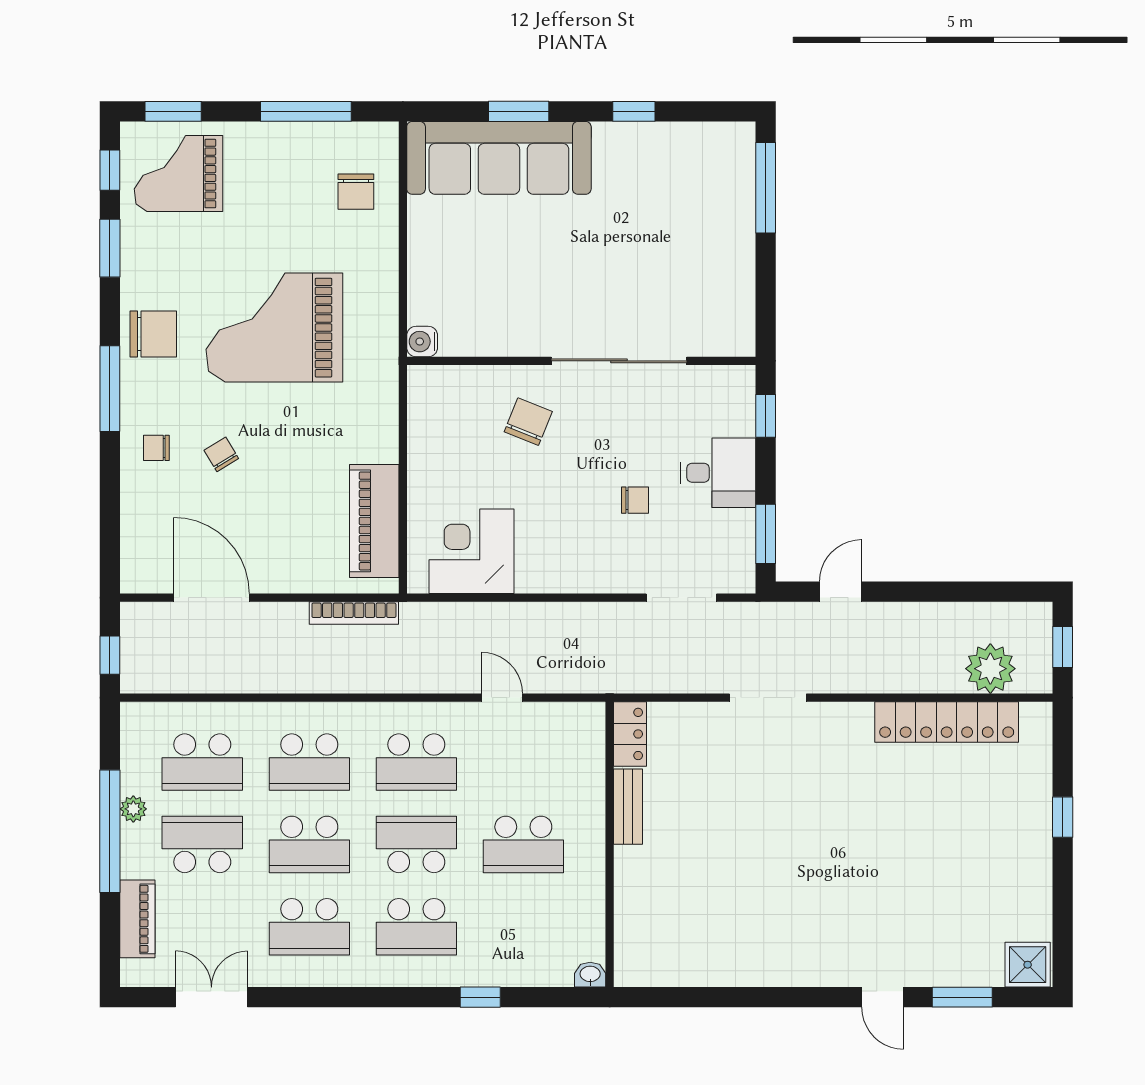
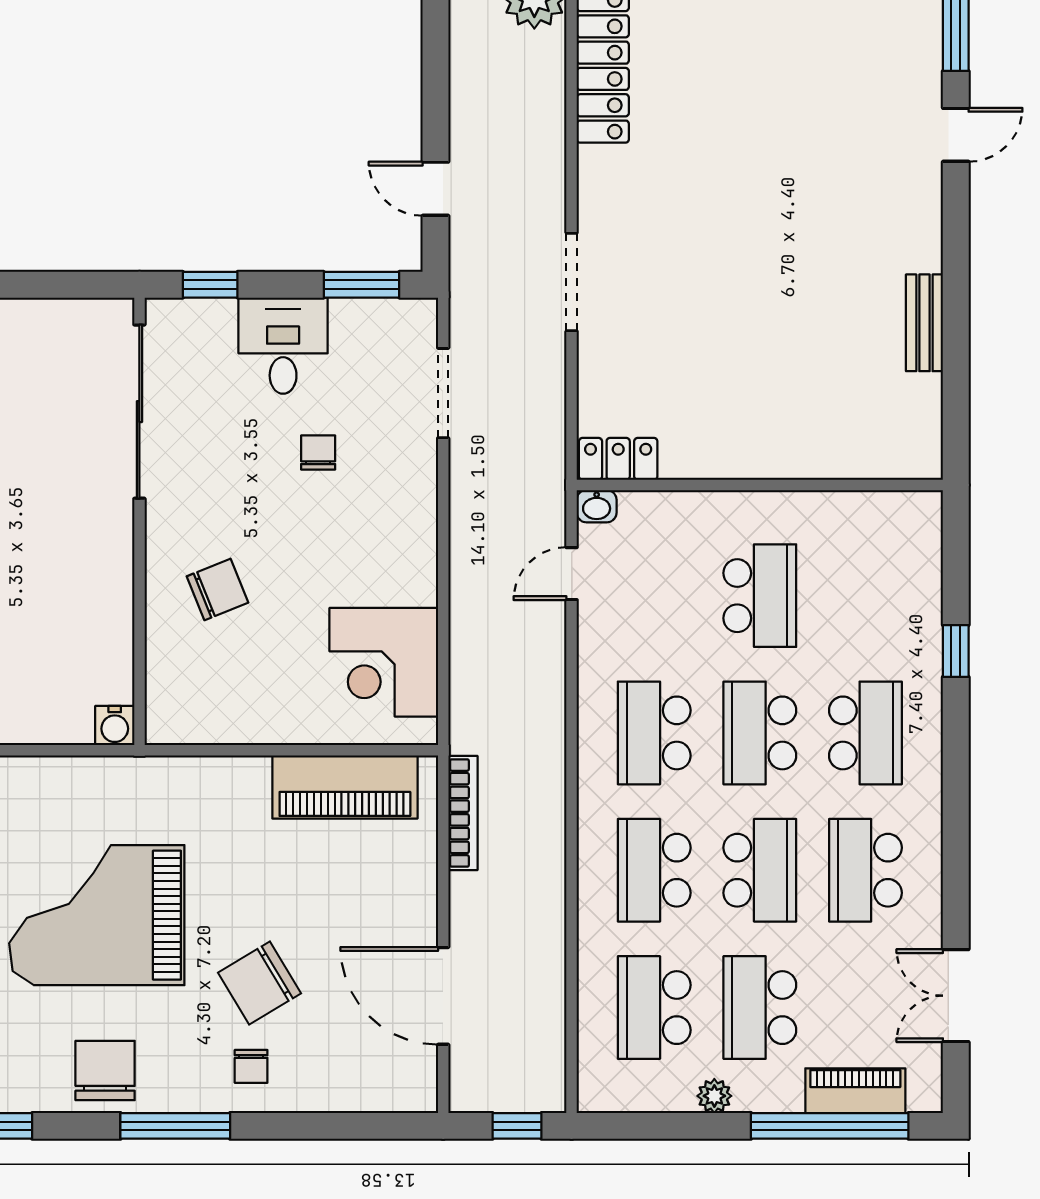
grand piano: (274, 328) -> (97, 915), turned 90
sliding door: (619, 361) -> (139, 412), moved
chair: (528, 422) -> (217, 589), turned 136
chair: (221, 454) -> (260, 983), width x1.87, depth x1.87
door: (211, 598) -> (443, 996), hinge flipped
door: (502, 698) -> (572, 574), moved
school desk: (202, 762) -> (654, 1008), turned 180
school desk: (309, 762) -> (654, 870), turned 180
school desk: (416, 762) -> (654, 733), turned 180
bench: (628, 807) -> (924, 323), moved, turned 90
window: (110, 831) -> (830, 1126), moved
school desk: (309, 927) -> (865, 870), turned 180
washbasin: (590, 975) -> (597, 506), moved, turned -90

